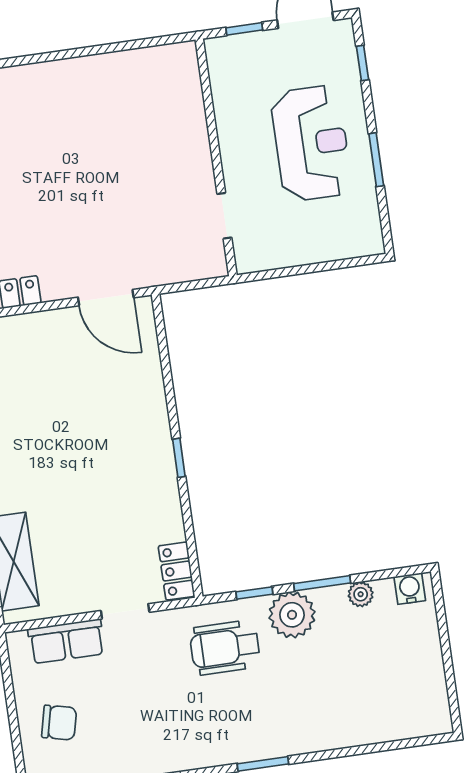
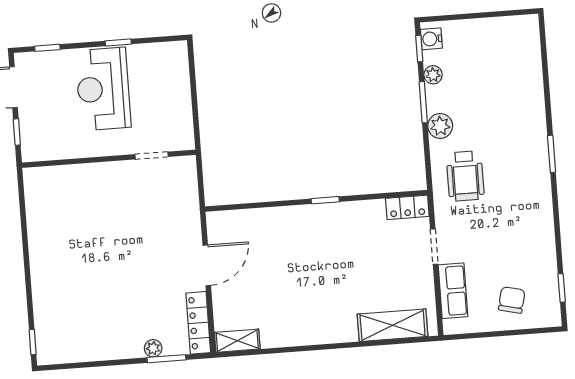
reception desk: (311, 143) -> (103, 89), turned -90
window: (376, 160) -> (118, 43), width x0.67
door: (106, 298) -> (207, 265), moved
window: (254, 593) -> (419, 49), moved
plant: (292, 615) -> (440, 126), width x0.73, depth x0.73

